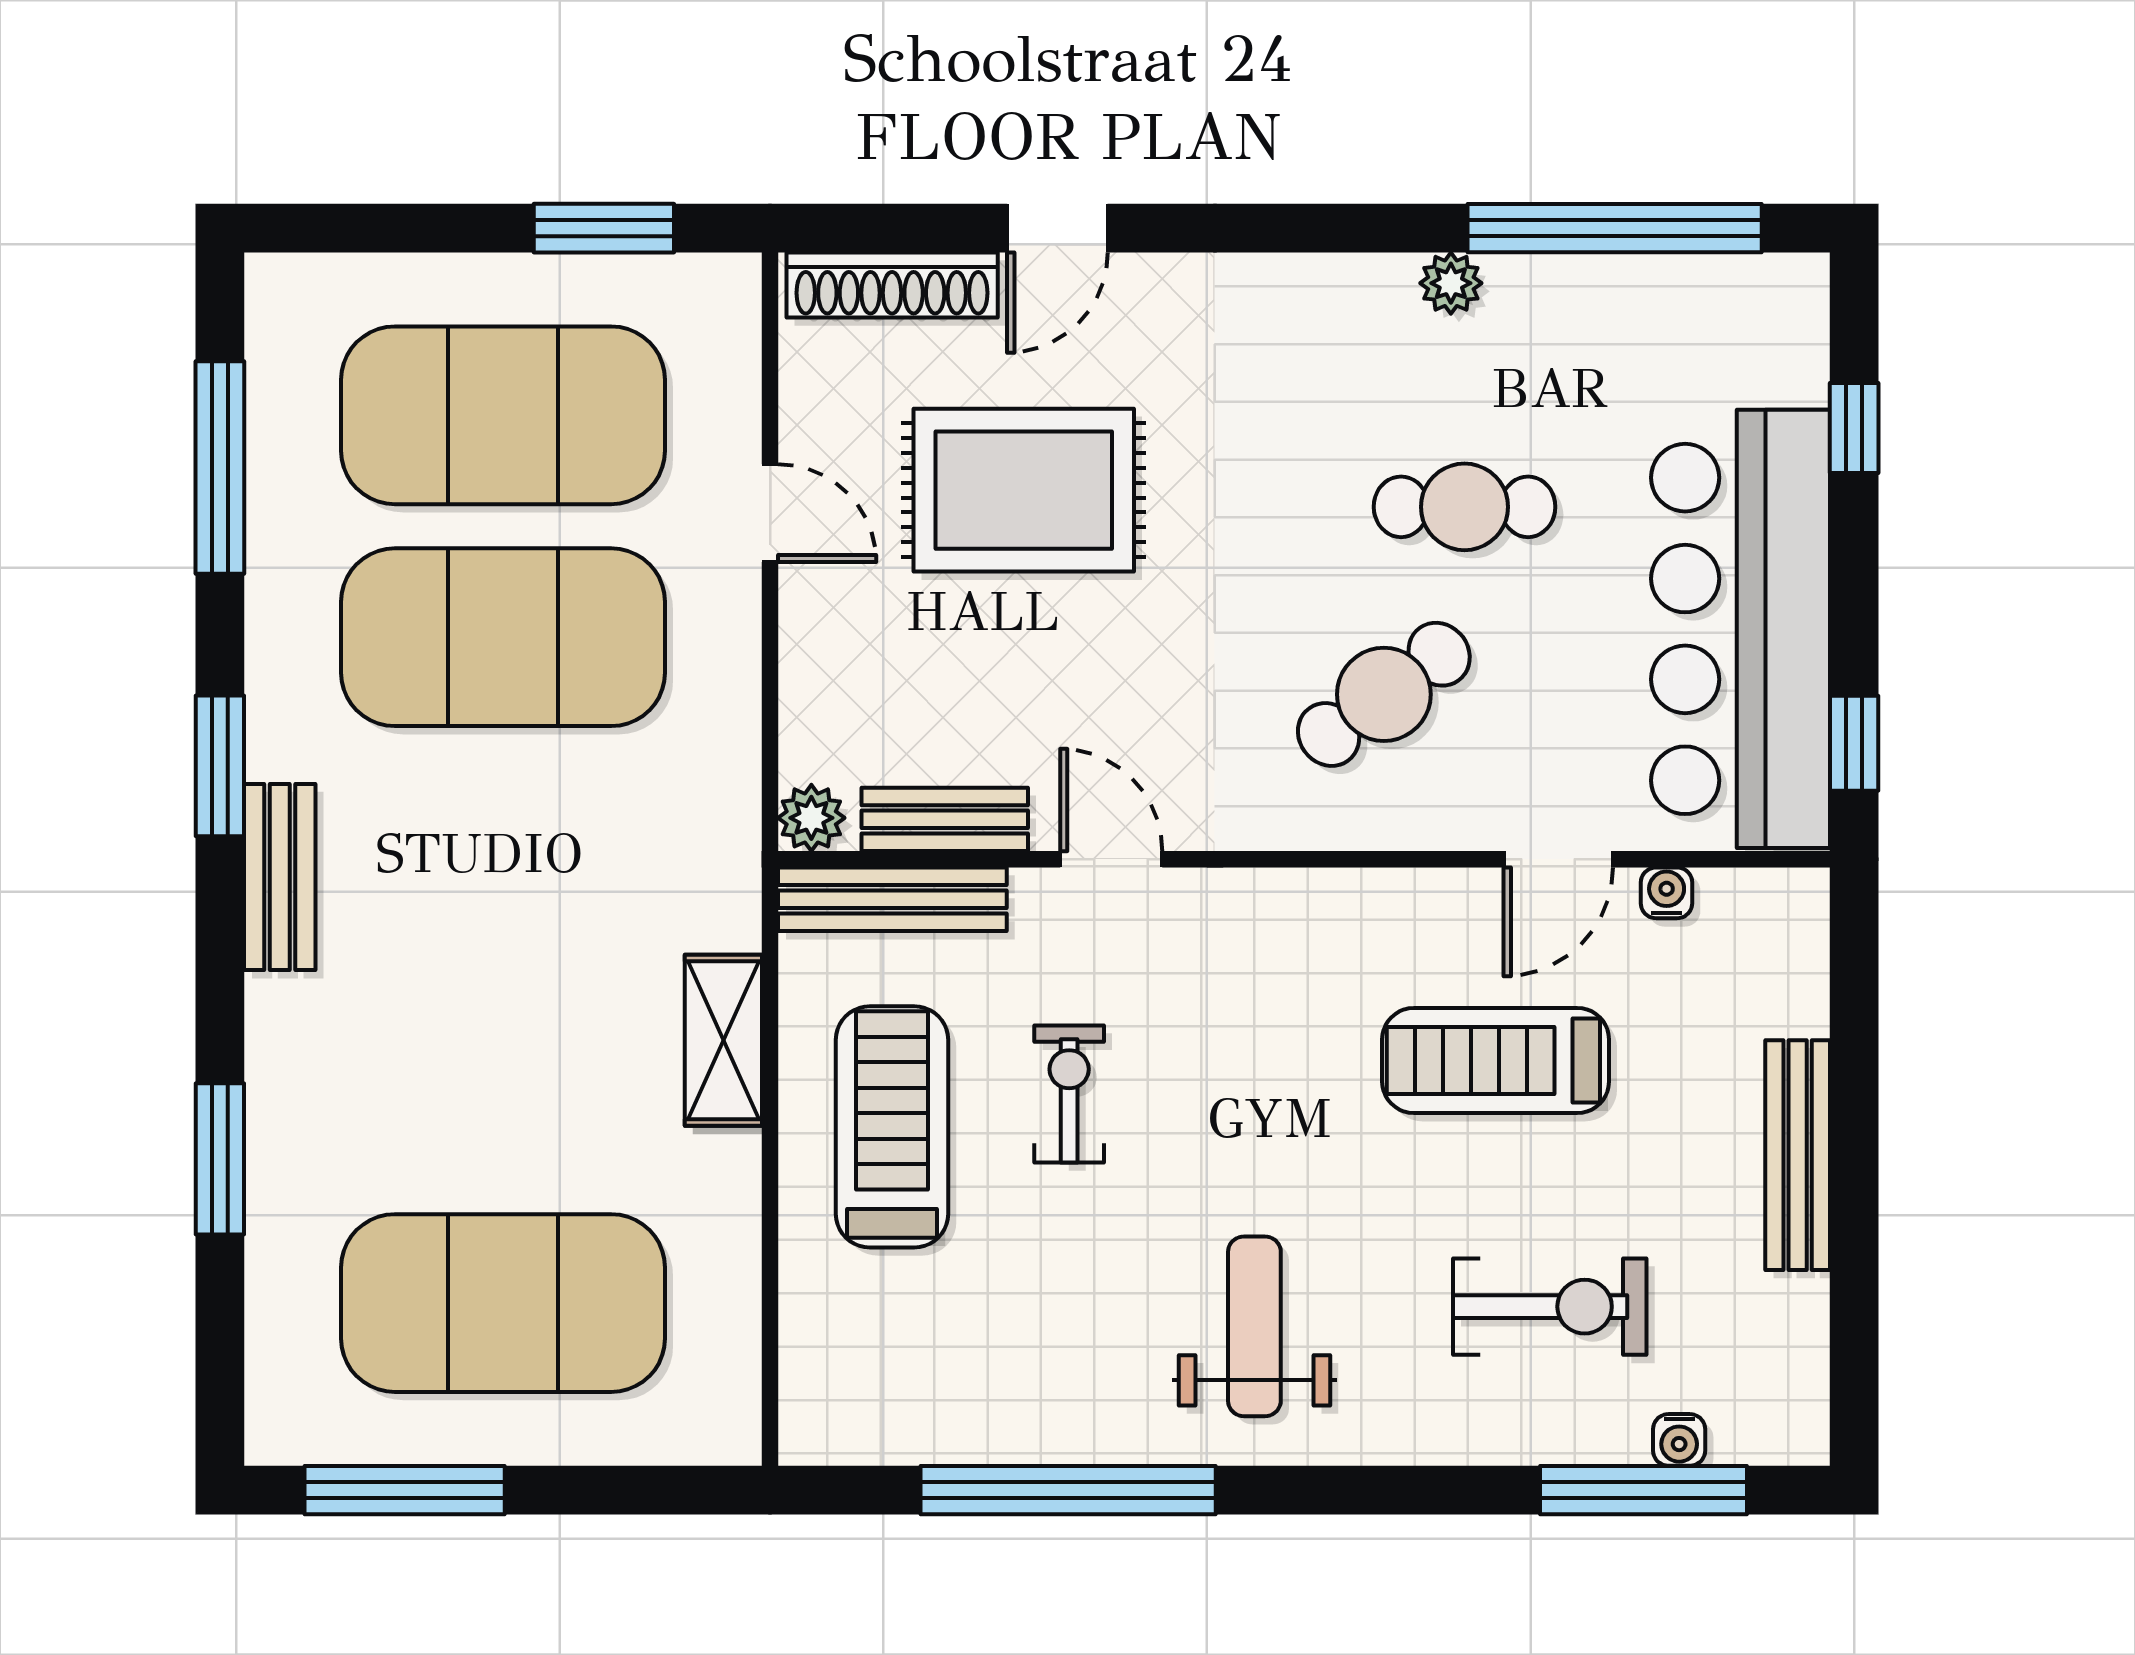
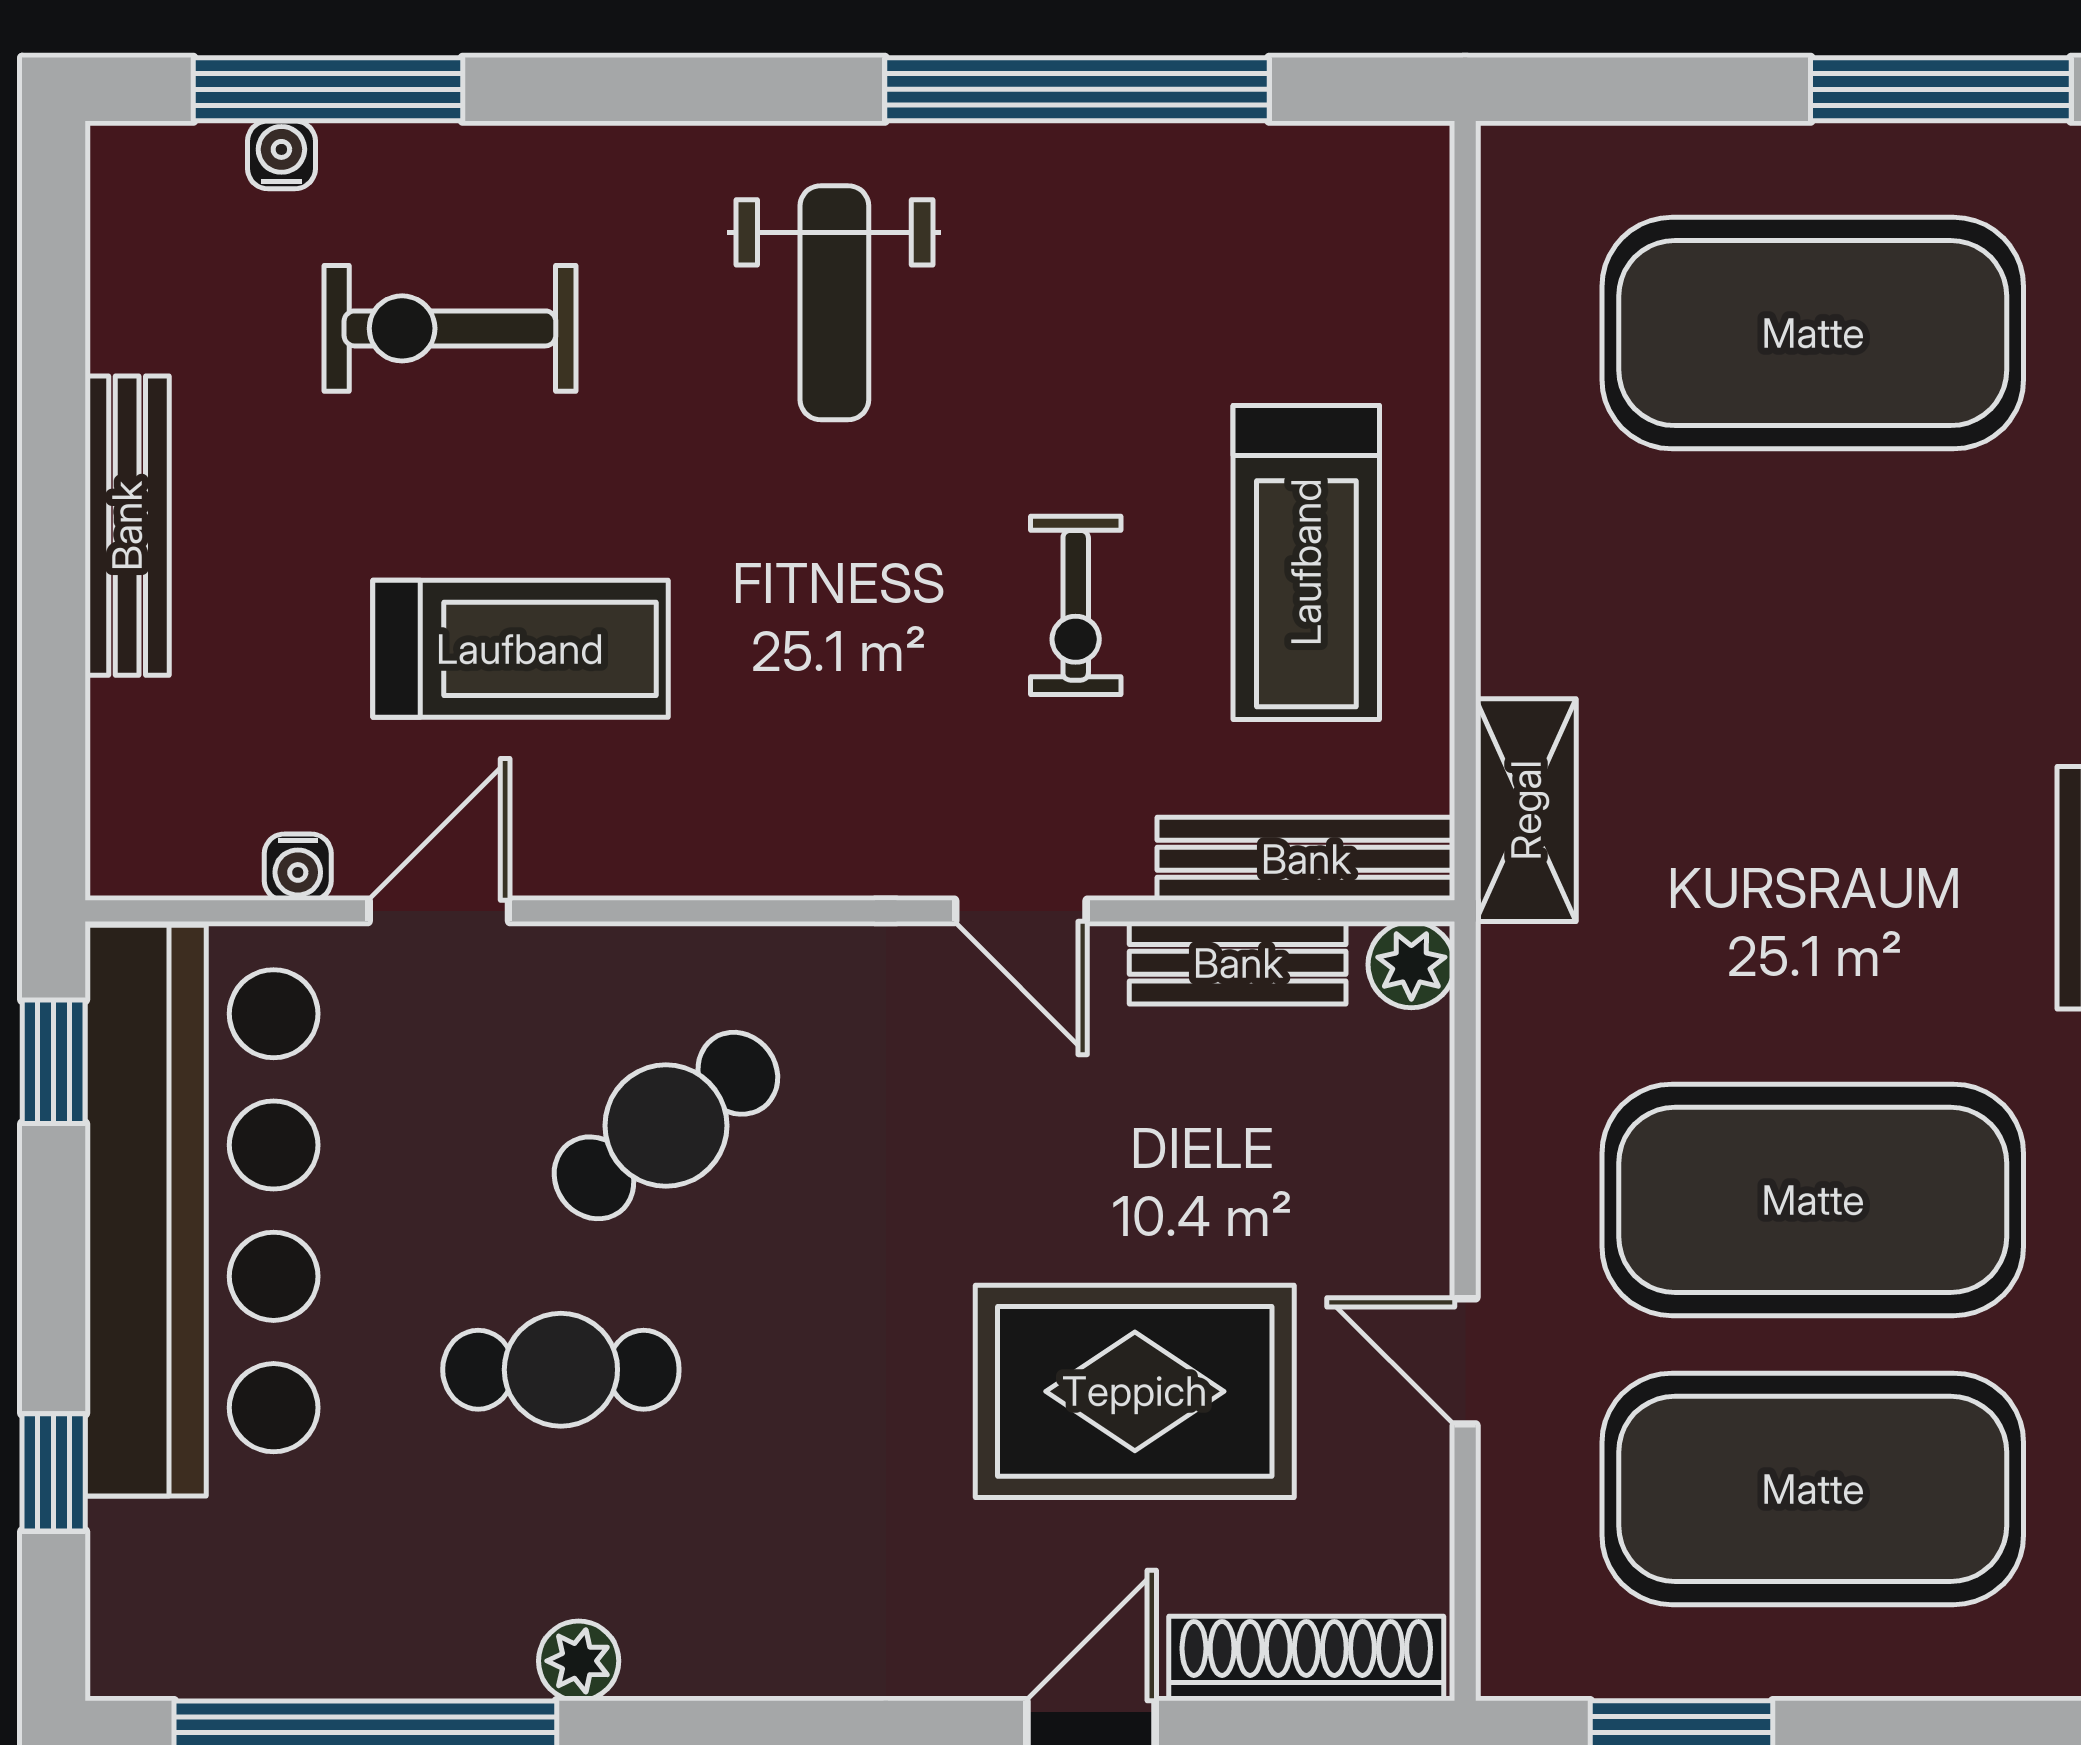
shelving: (723, 1040) -> (1526, 810), moved

